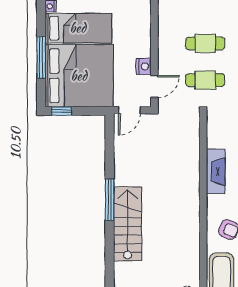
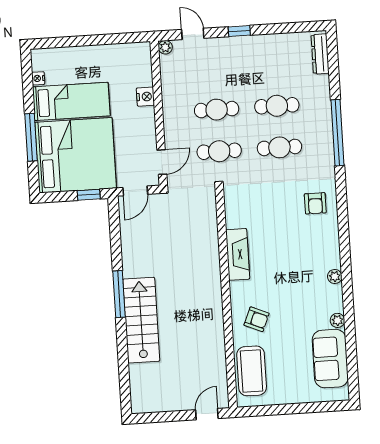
nightstand: (144, 66) -> (145, 97), moved
window: (62, 111) -> (89, 195), moved

